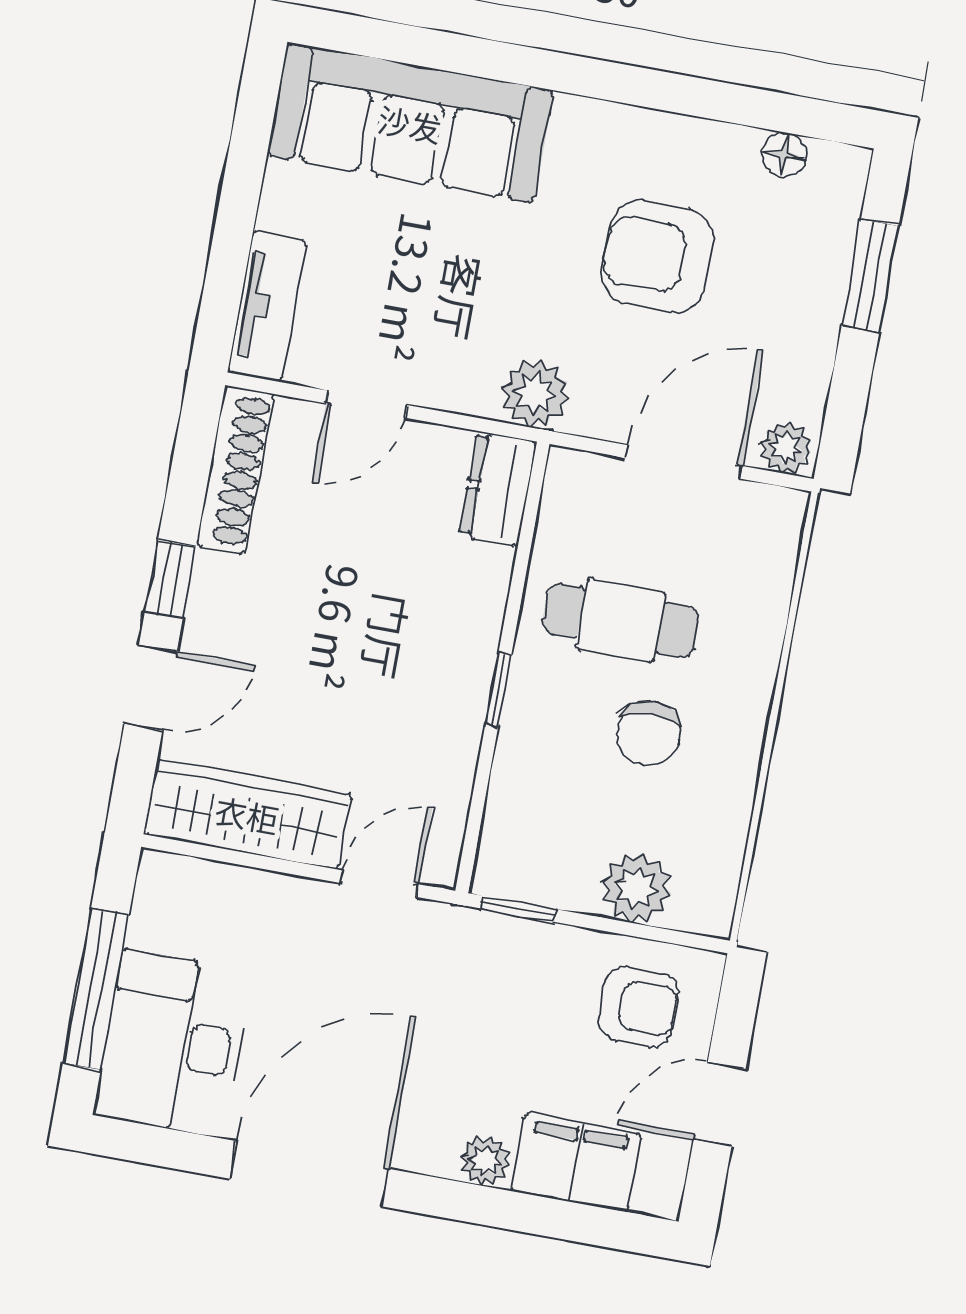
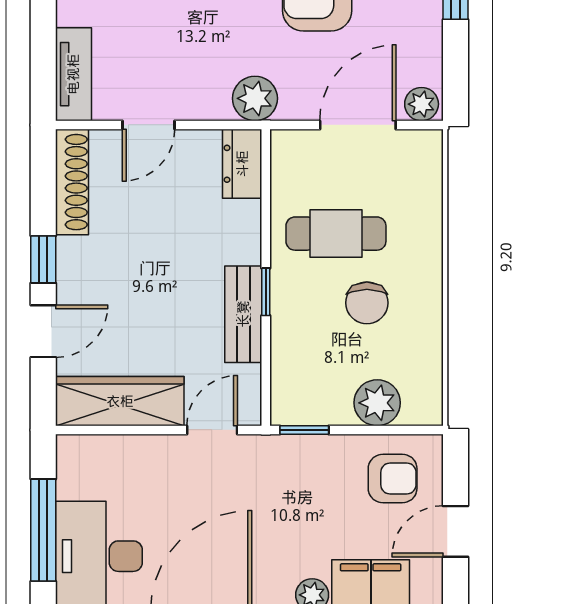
bench: (458, 717) -> (243, 314), added

